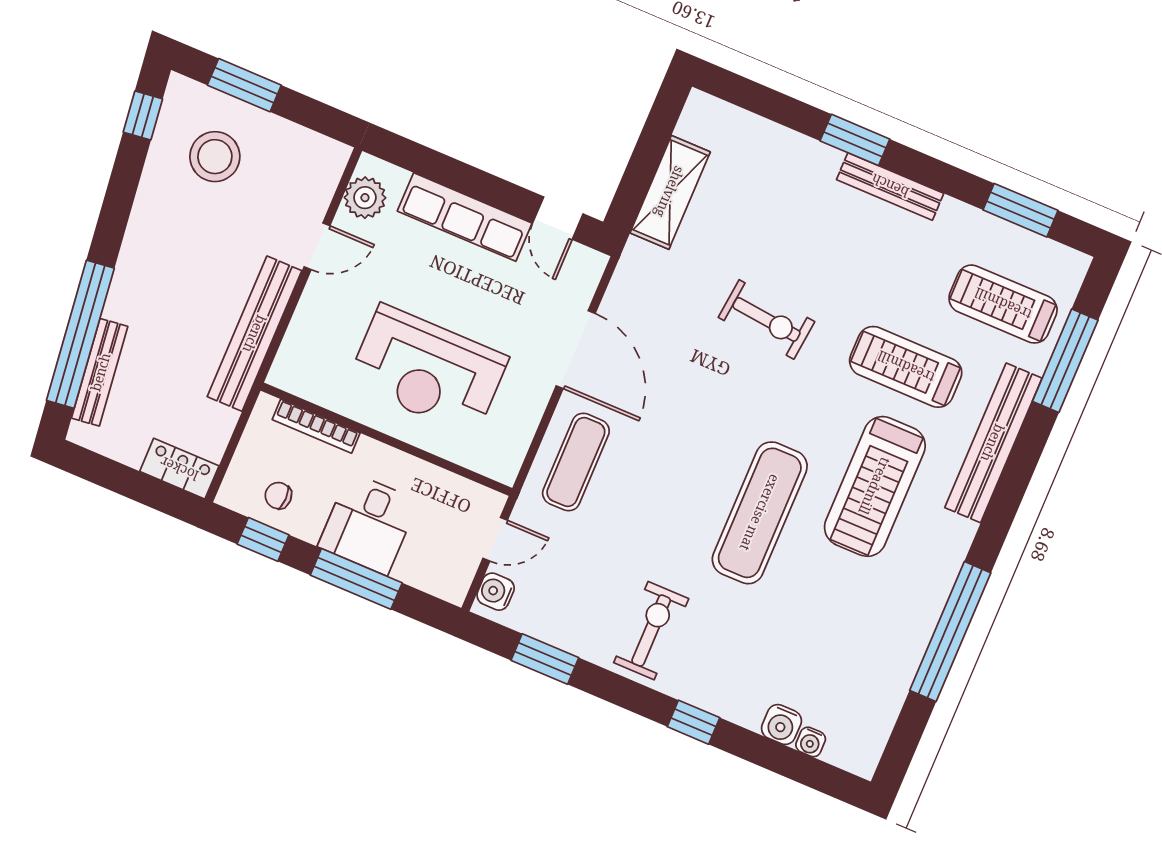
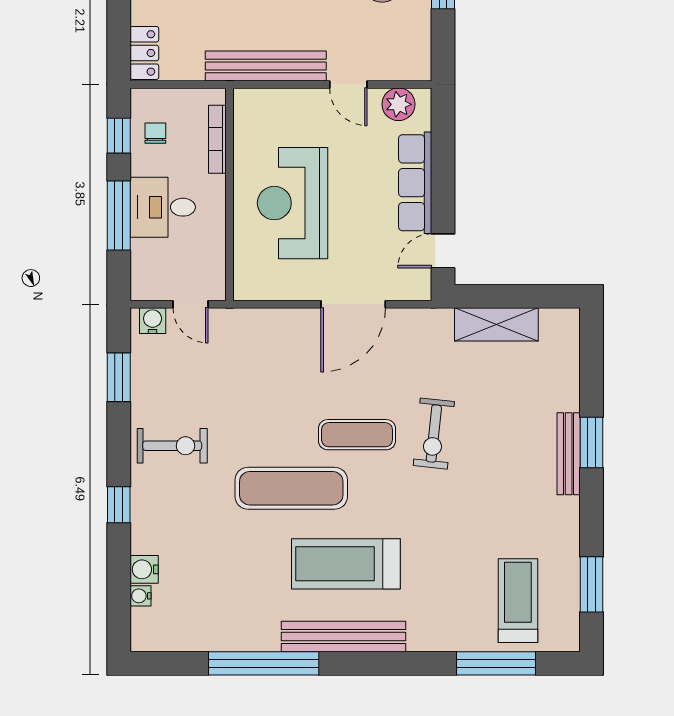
bench: (890, 186) -> (569, 454), moved
treadmill: (906, 367) -> (442, 549), removed
bench: (993, 443) -> (343, 636), moved
exercise mat: (576, 462) -> (357, 435), moved

